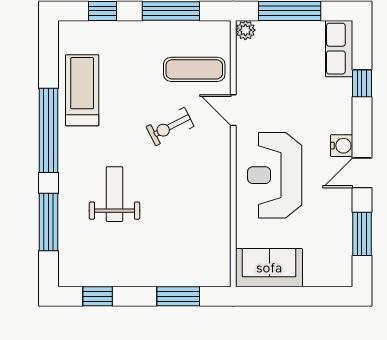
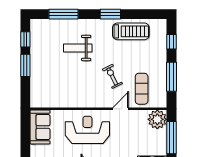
plant: (245, 30) -> (157, 119), width x1.87, depth x1.87
window: (48, 130) -> (110, 14), width x0.47
weight bench: (114, 194) -> (78, 48), turned 180
window: (178, 296) -> (25, 65), moved

